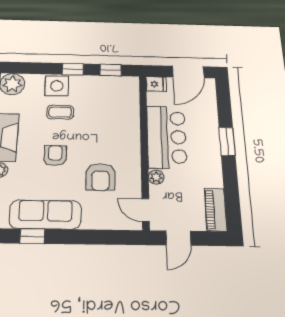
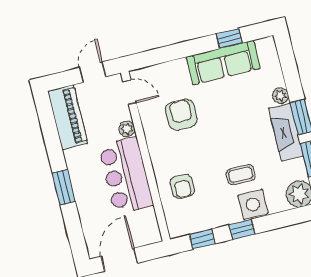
fridge: (156, 84) -> (150, 235), removed
armchair: (55, 156) -> (182, 186), moved
piano: (216, 210) -> (68, 117), width x1.37, depth x1.33

